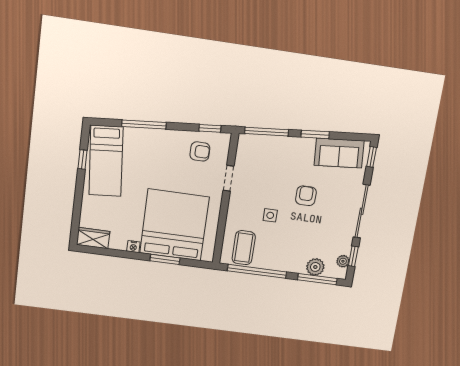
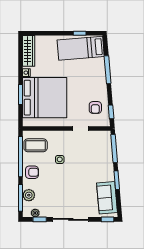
armchair: (306, 196) -> (32, 172), moved
wardrobe: (93, 238) -> (29, 51), width x1.50

